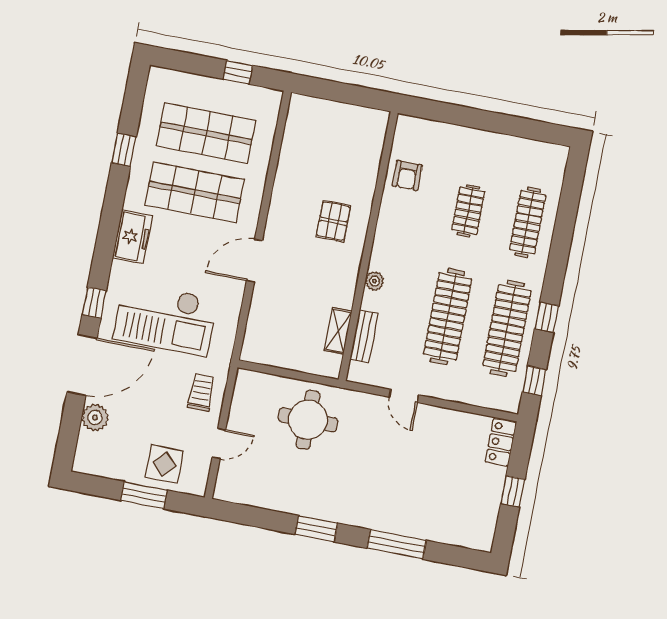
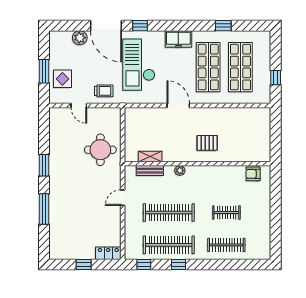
armchair: (407, 175) -> (253, 174), moved

